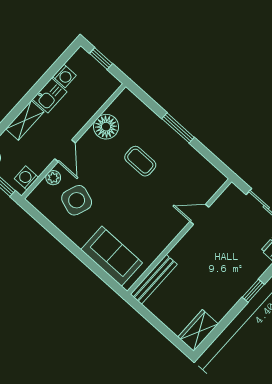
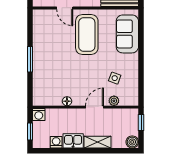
floor lamp: (106, 127) -> (67, 101), width x0.53, depth x0.53
coffee table: (140, 161) -> (87, 35), moved, width x1.86, depth x1.72
washing machine: (26, 178) -> (39, 114), moved
side table: (77, 200) -> (115, 78), width x0.54, depth x0.54

